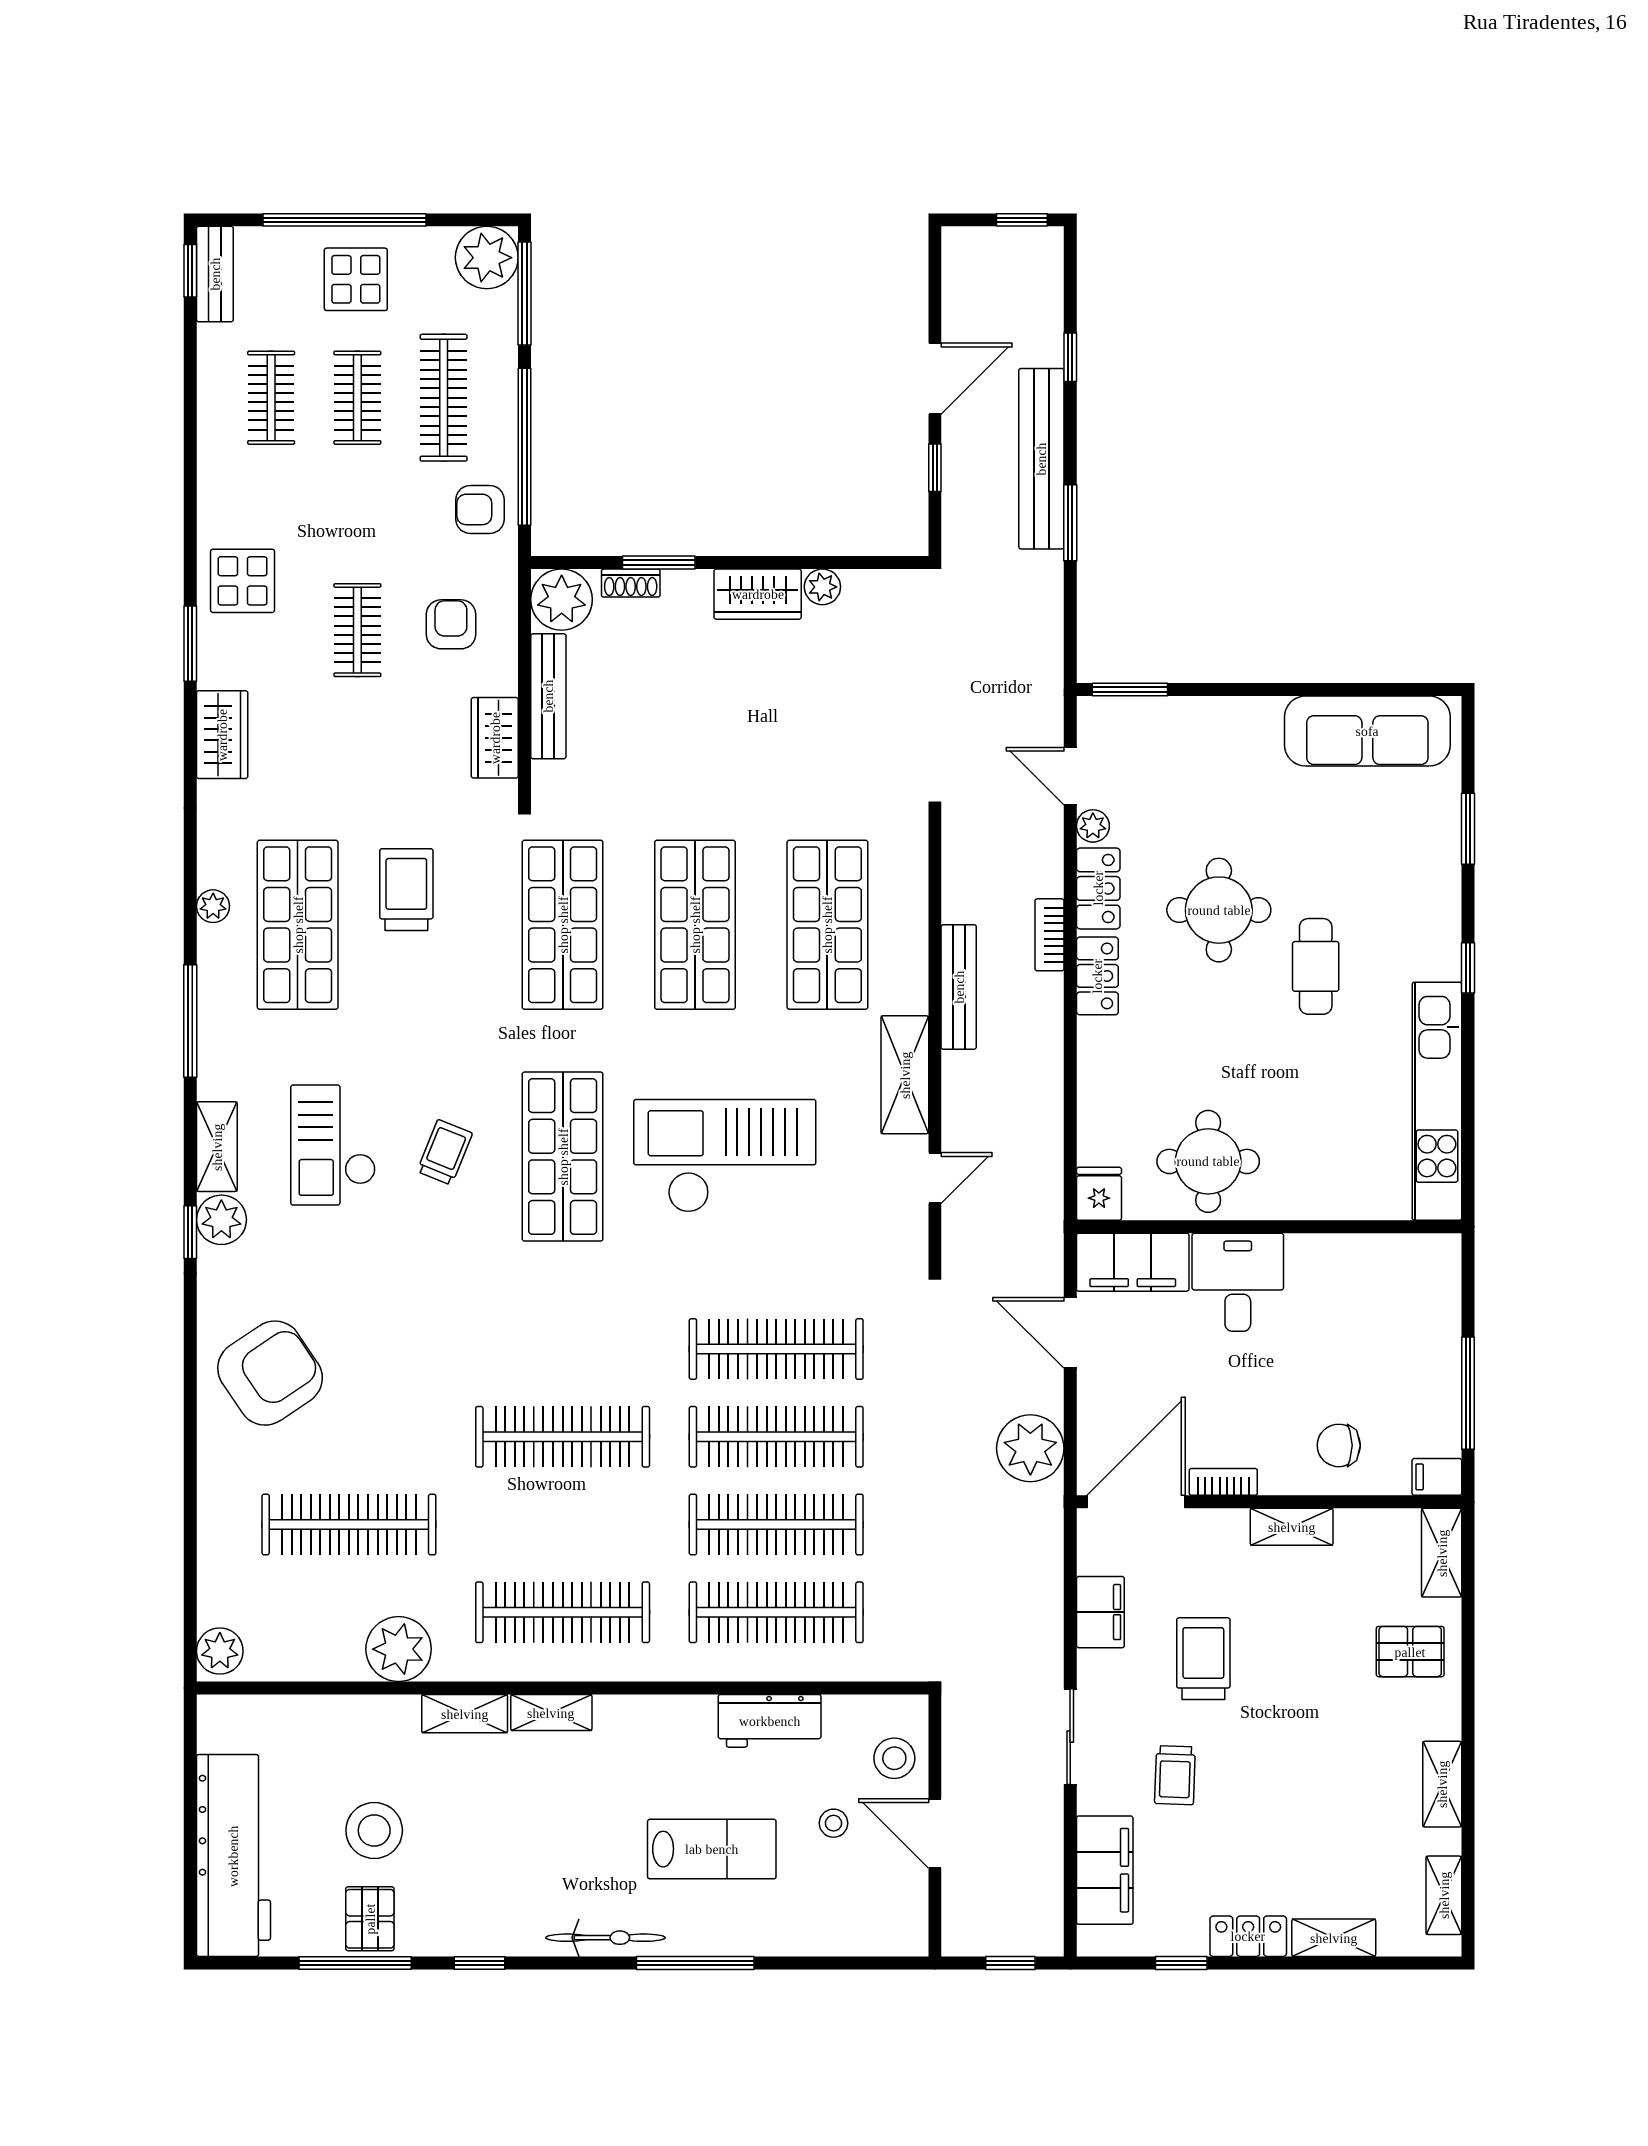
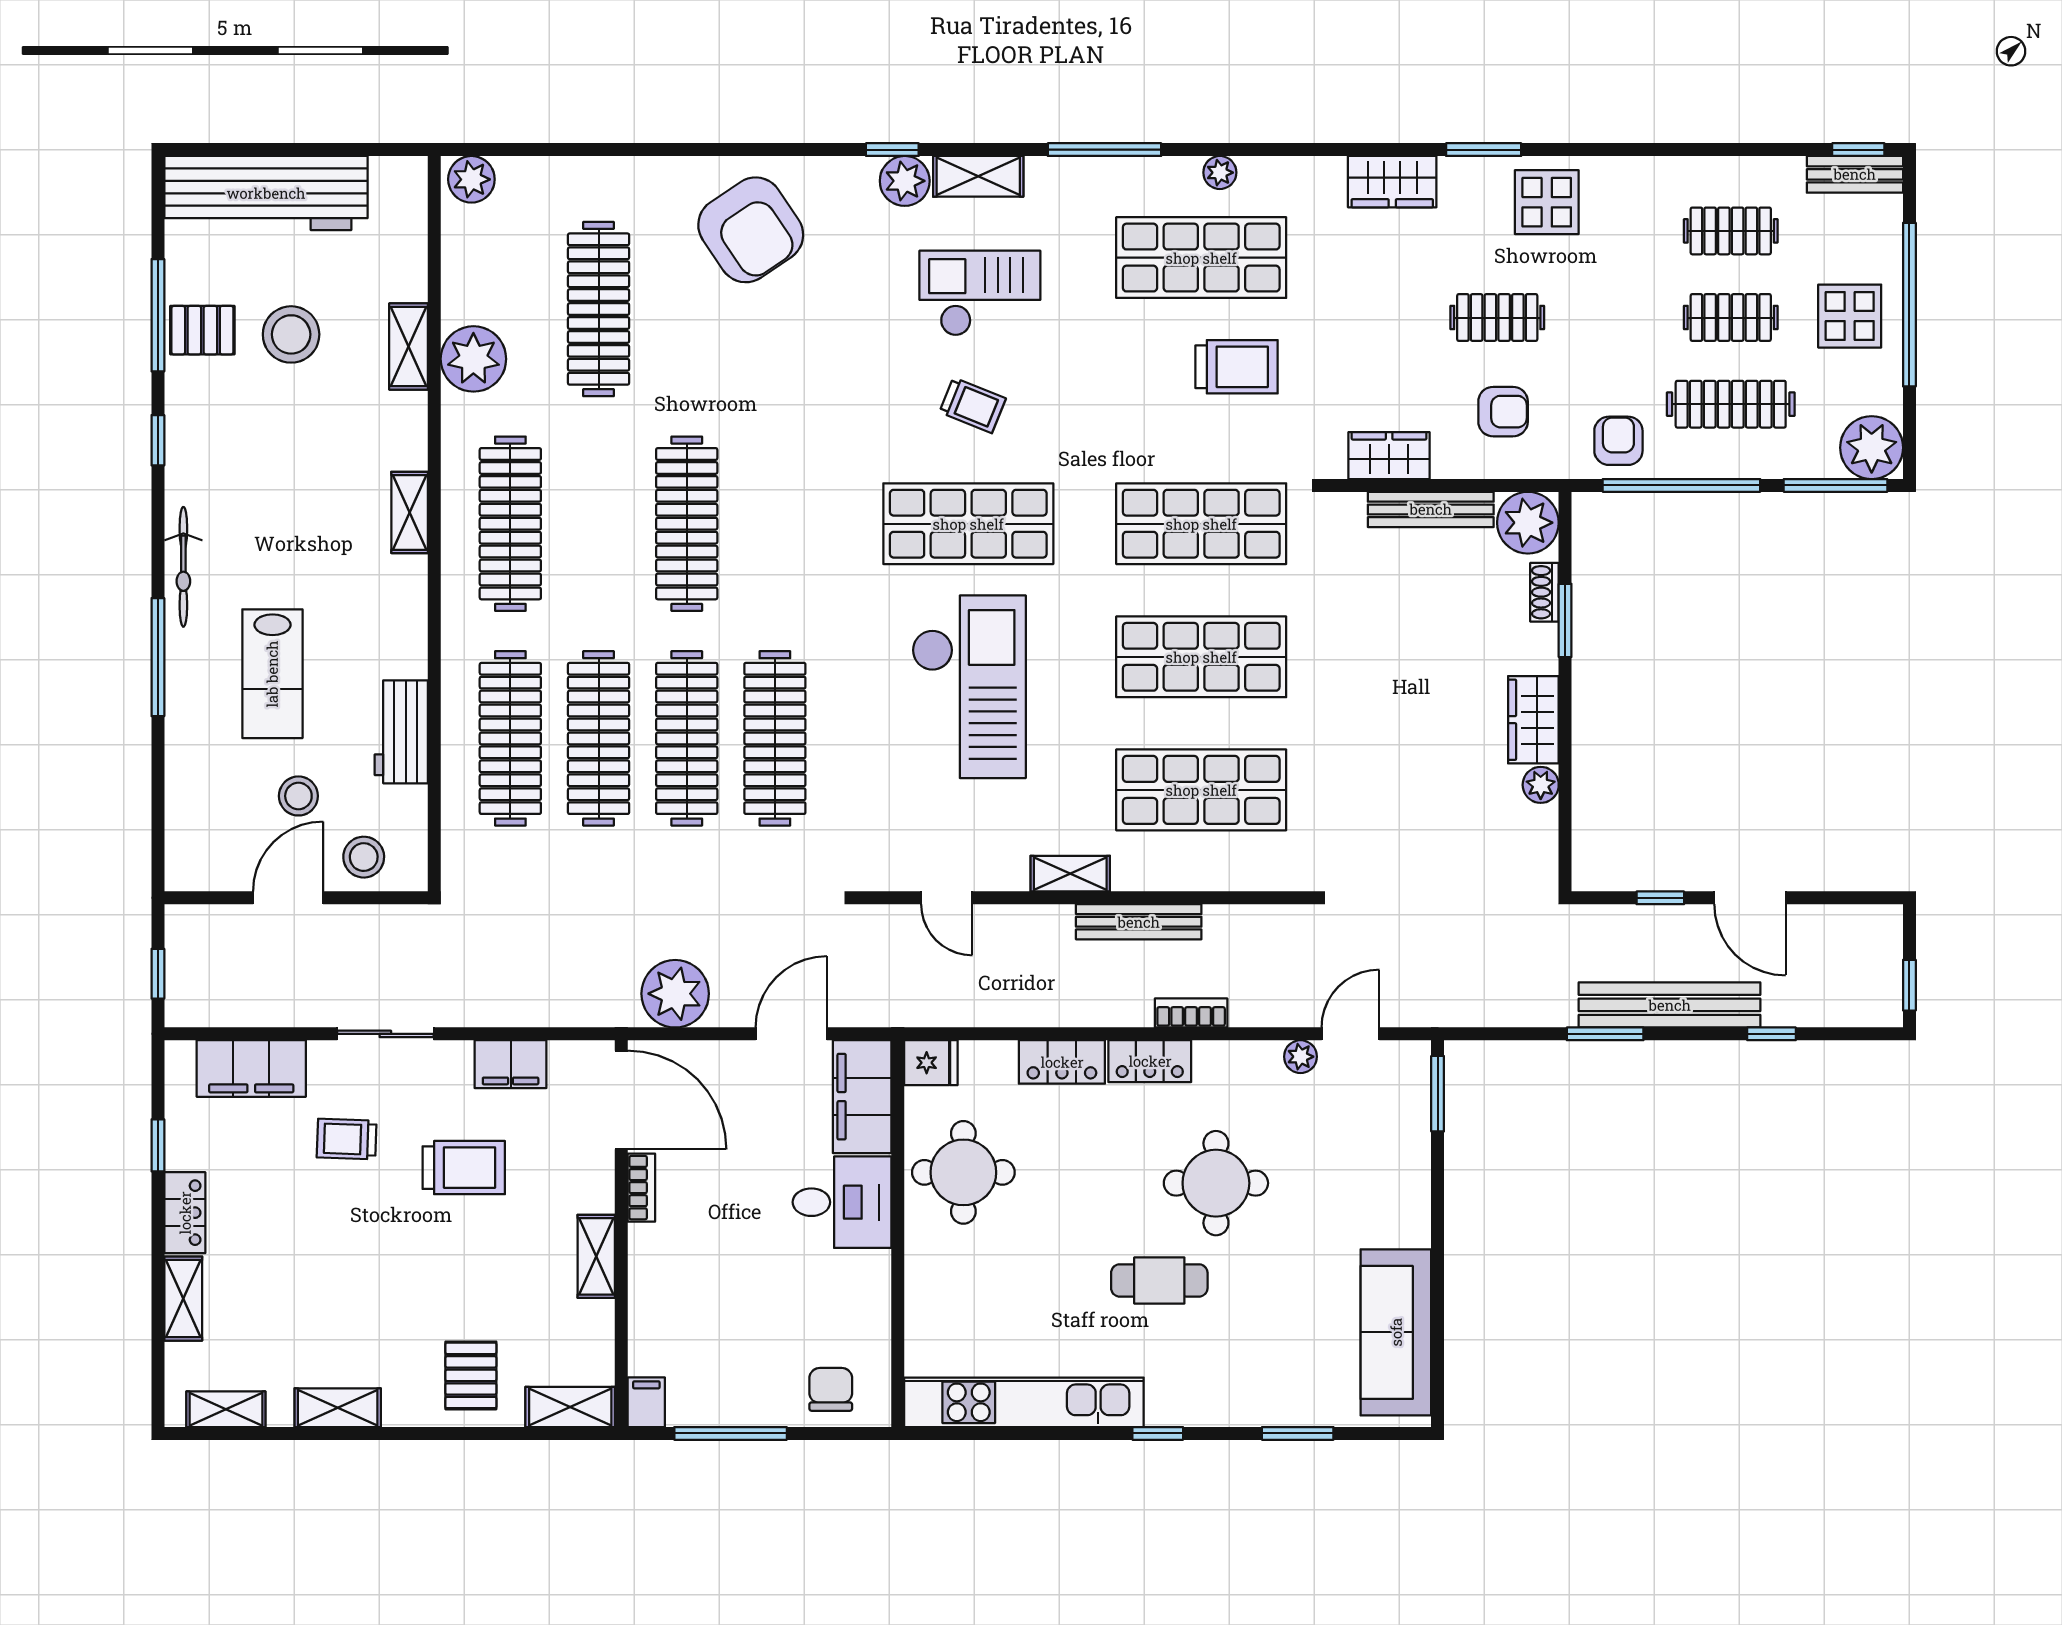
locker: (1098, 888) -> (1062, 1062), moved
shelving: (905, 1075) -> (1070, 874), width x0.67, depth x0.75
chair: (1339, 1445) -> (831, 1389), moved
shelving: (465, 1714) -> (409, 346), moved
stool: (834, 1823) -> (298, 796), width x1.37, depth x1.37

